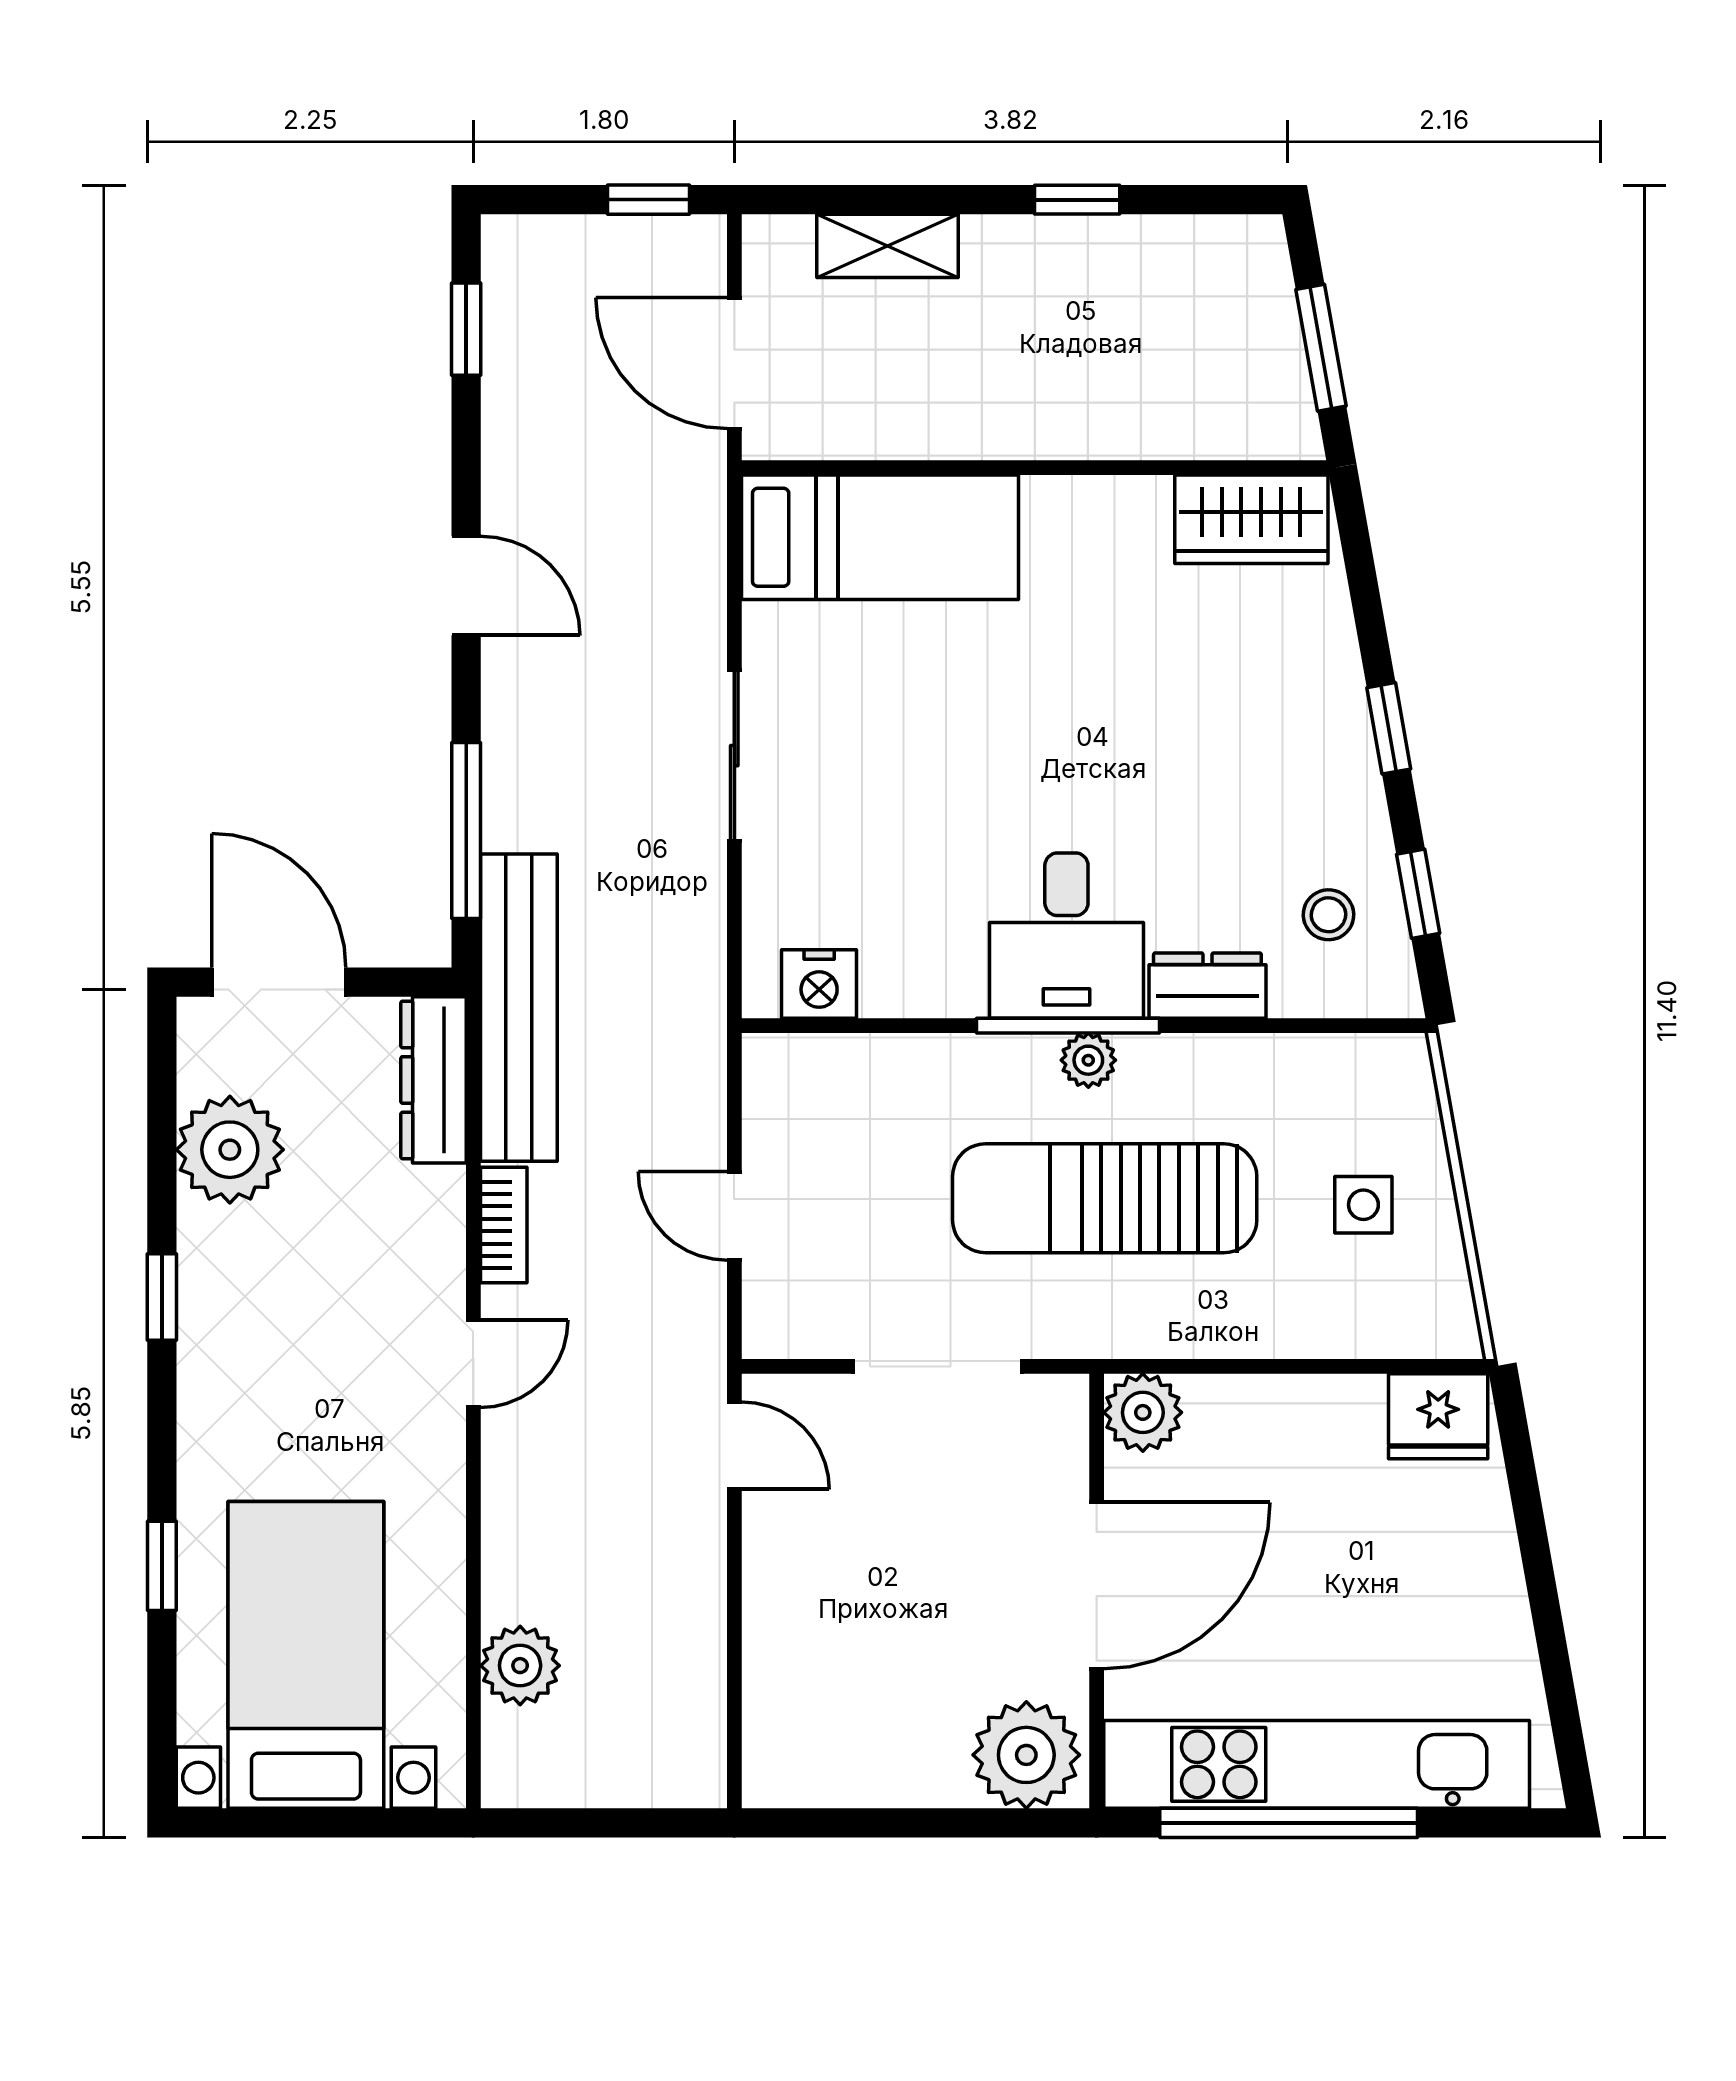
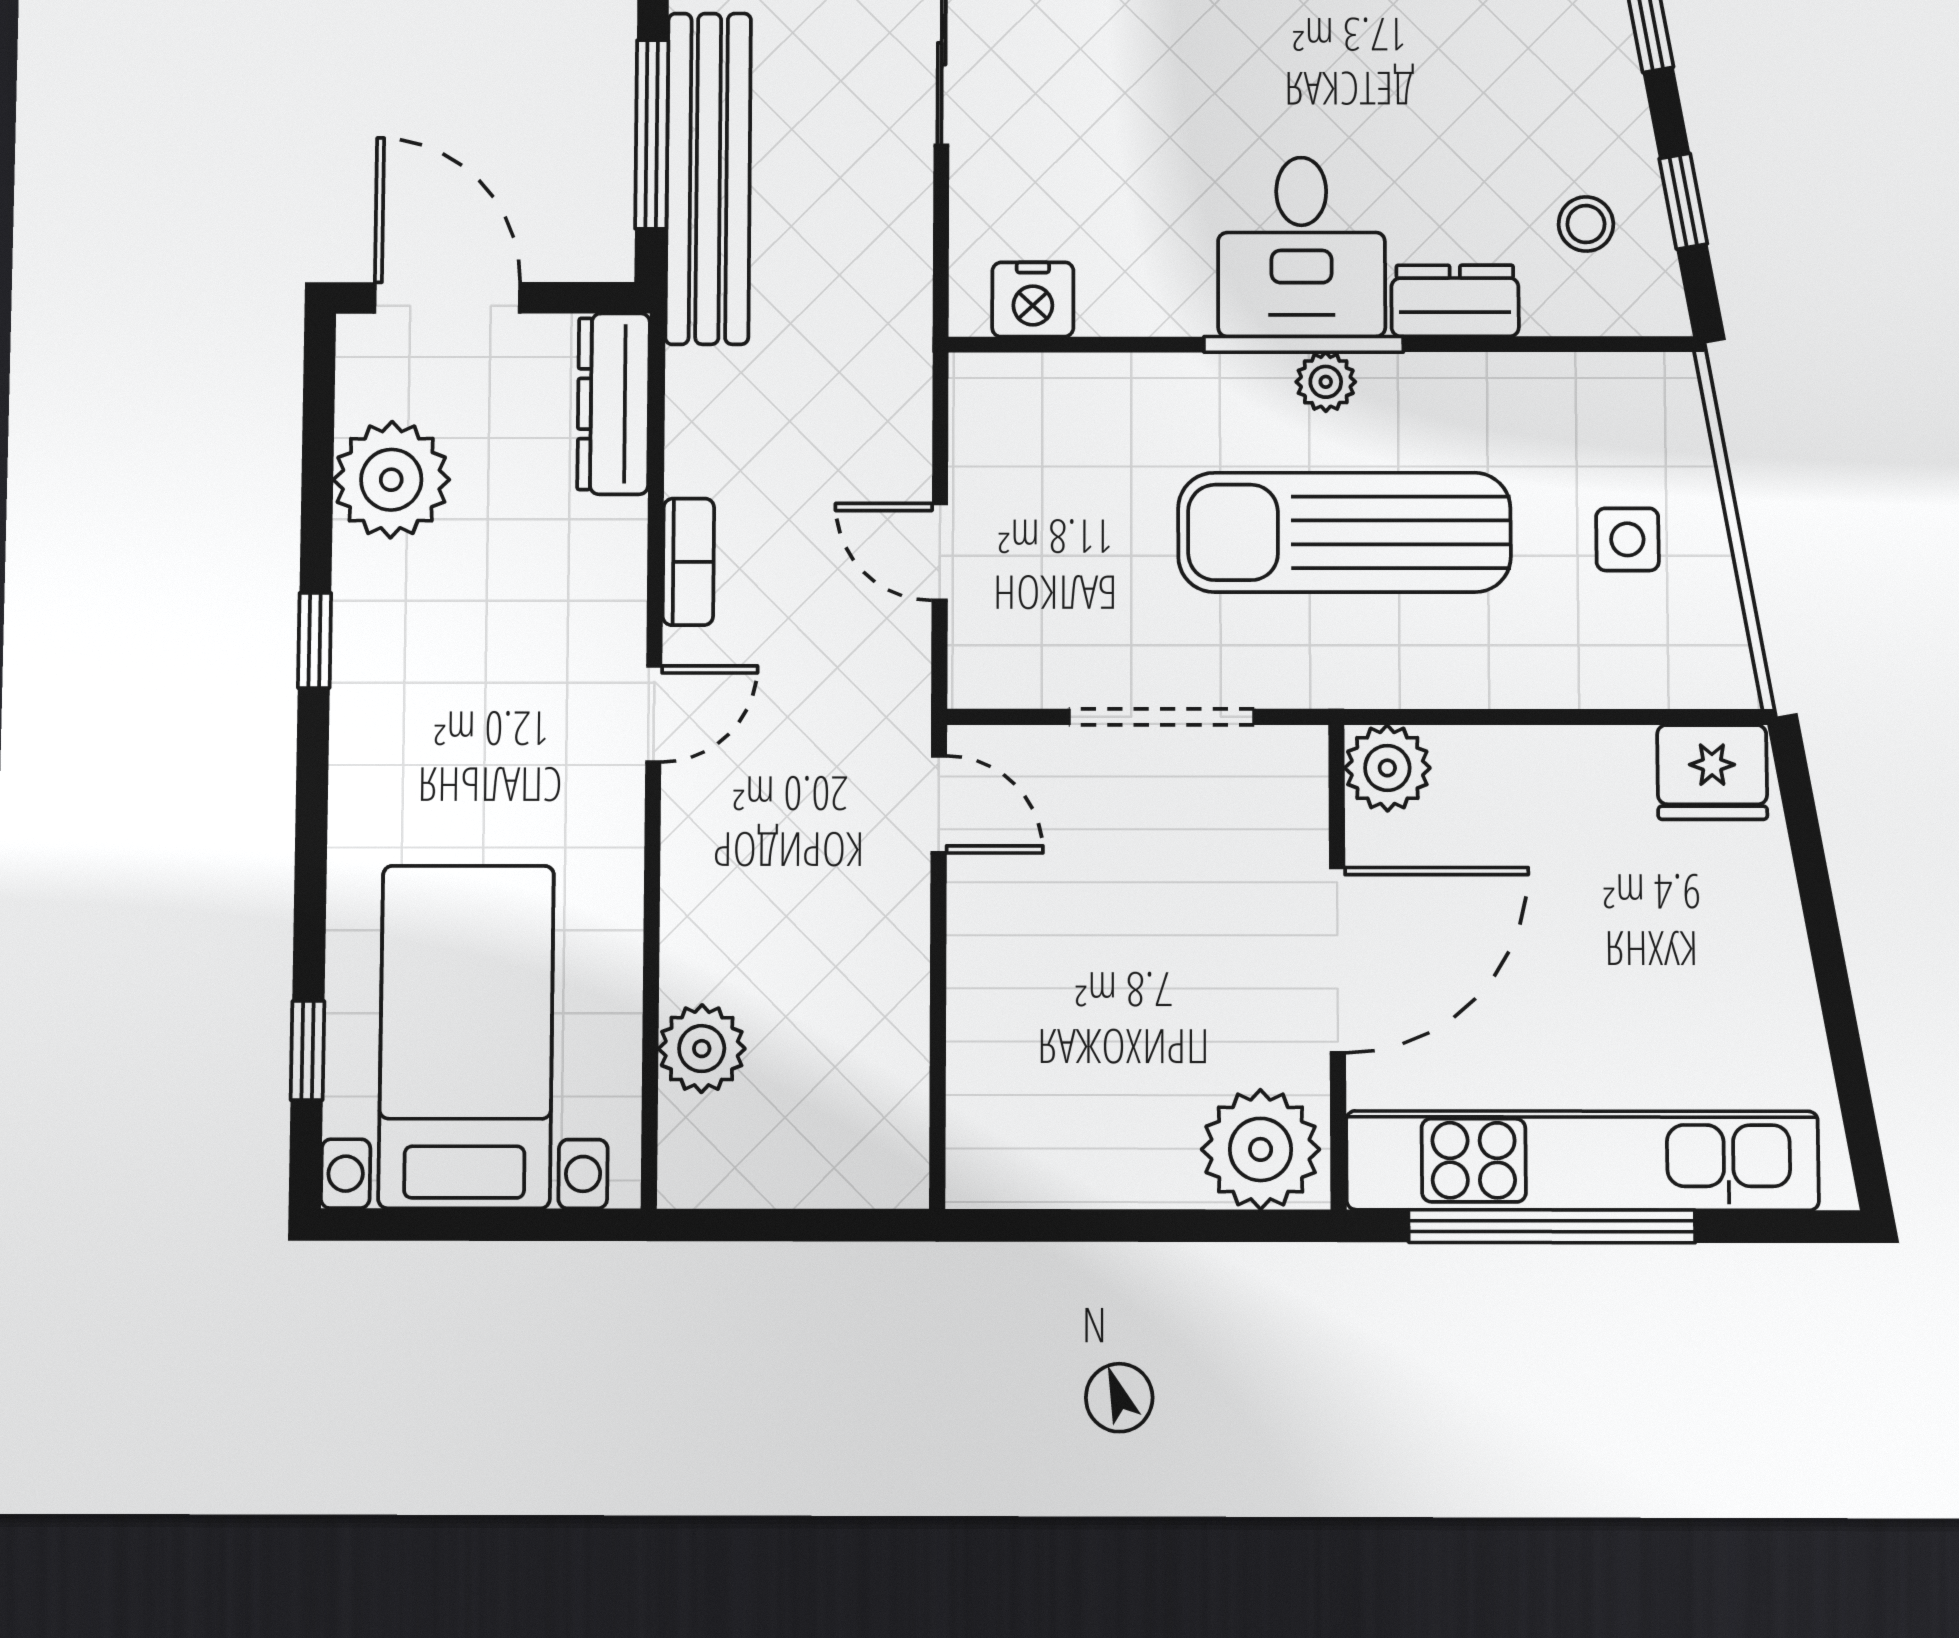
bench: (519, 1008) -> (708, 178), moved
window: (162, 1566) -> (307, 1051), moved

